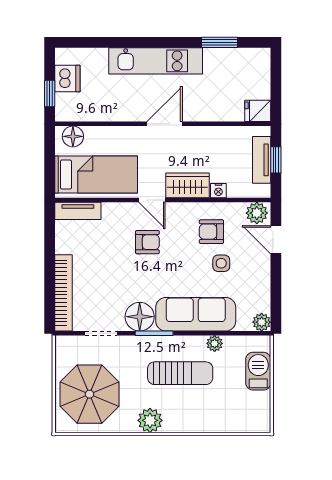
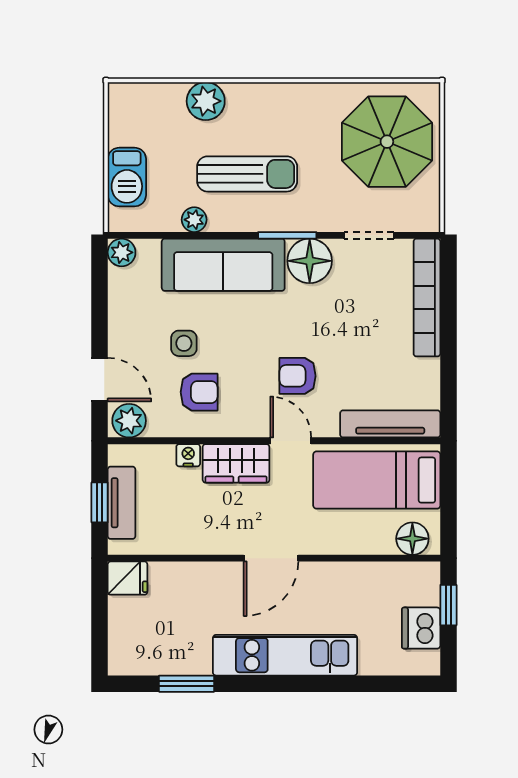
tv unit: (78, 211) -> (390, 424), width x1.41
sun lounger: (180, 373) -> (247, 174), turned 180
plant: (150, 420) -> (206, 101), moved

